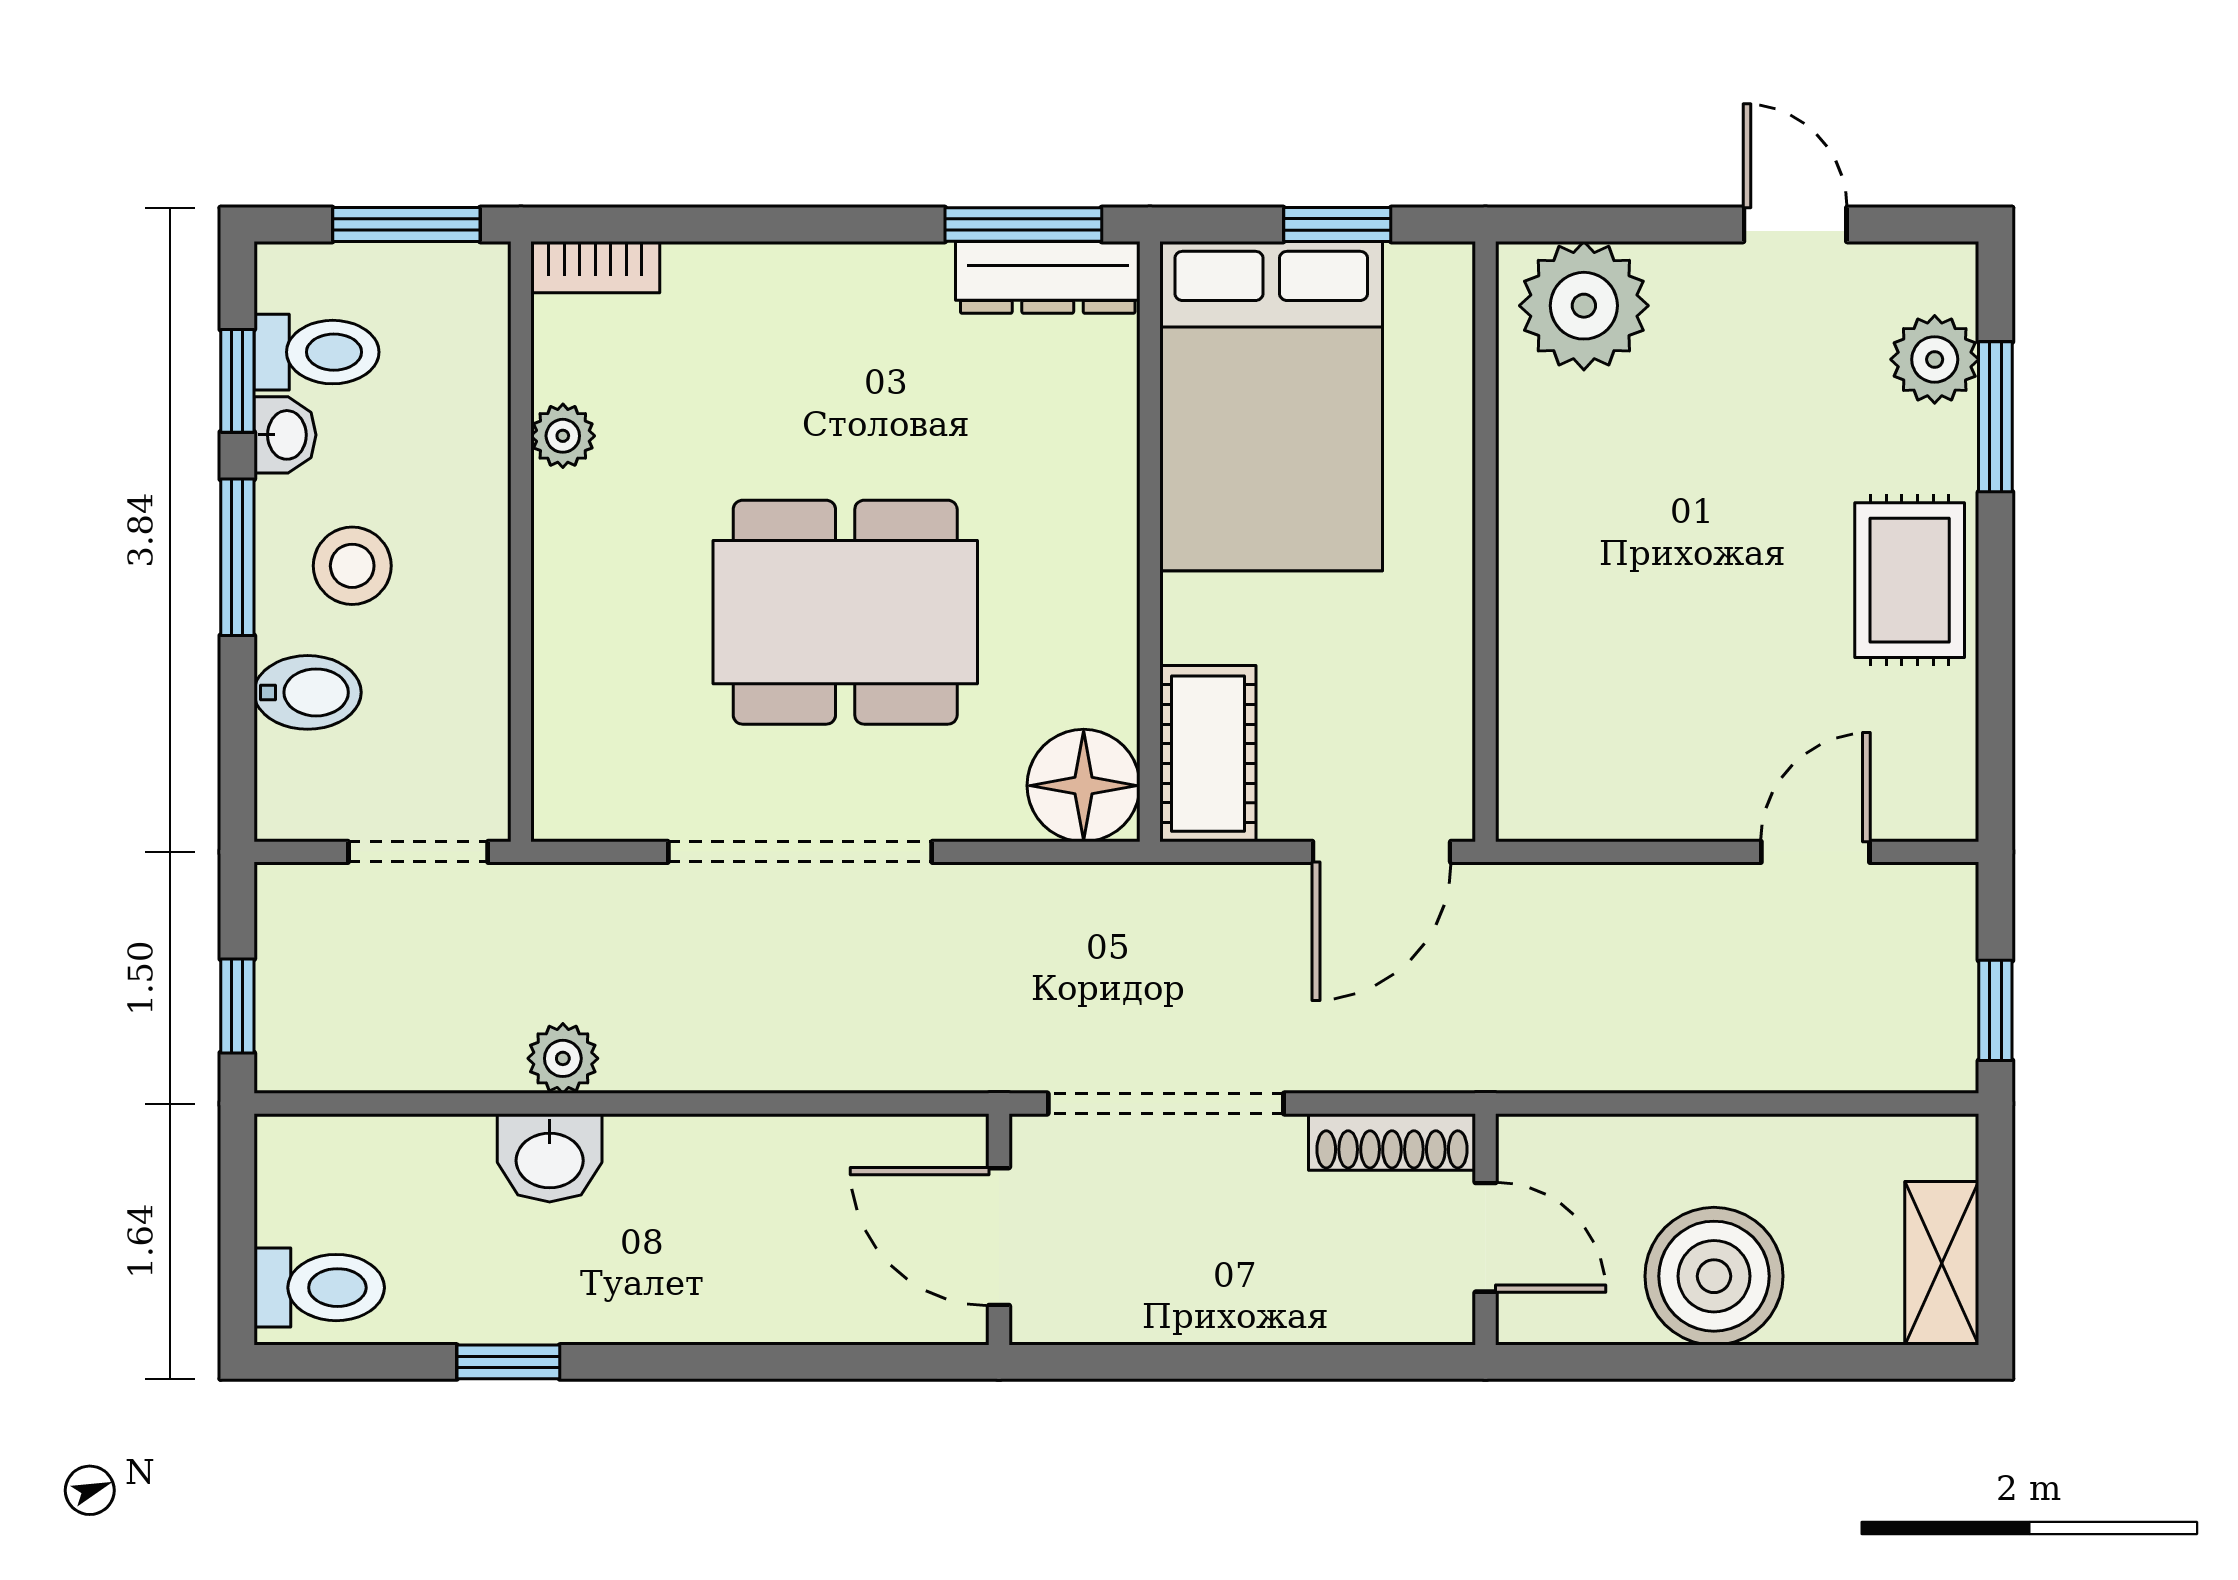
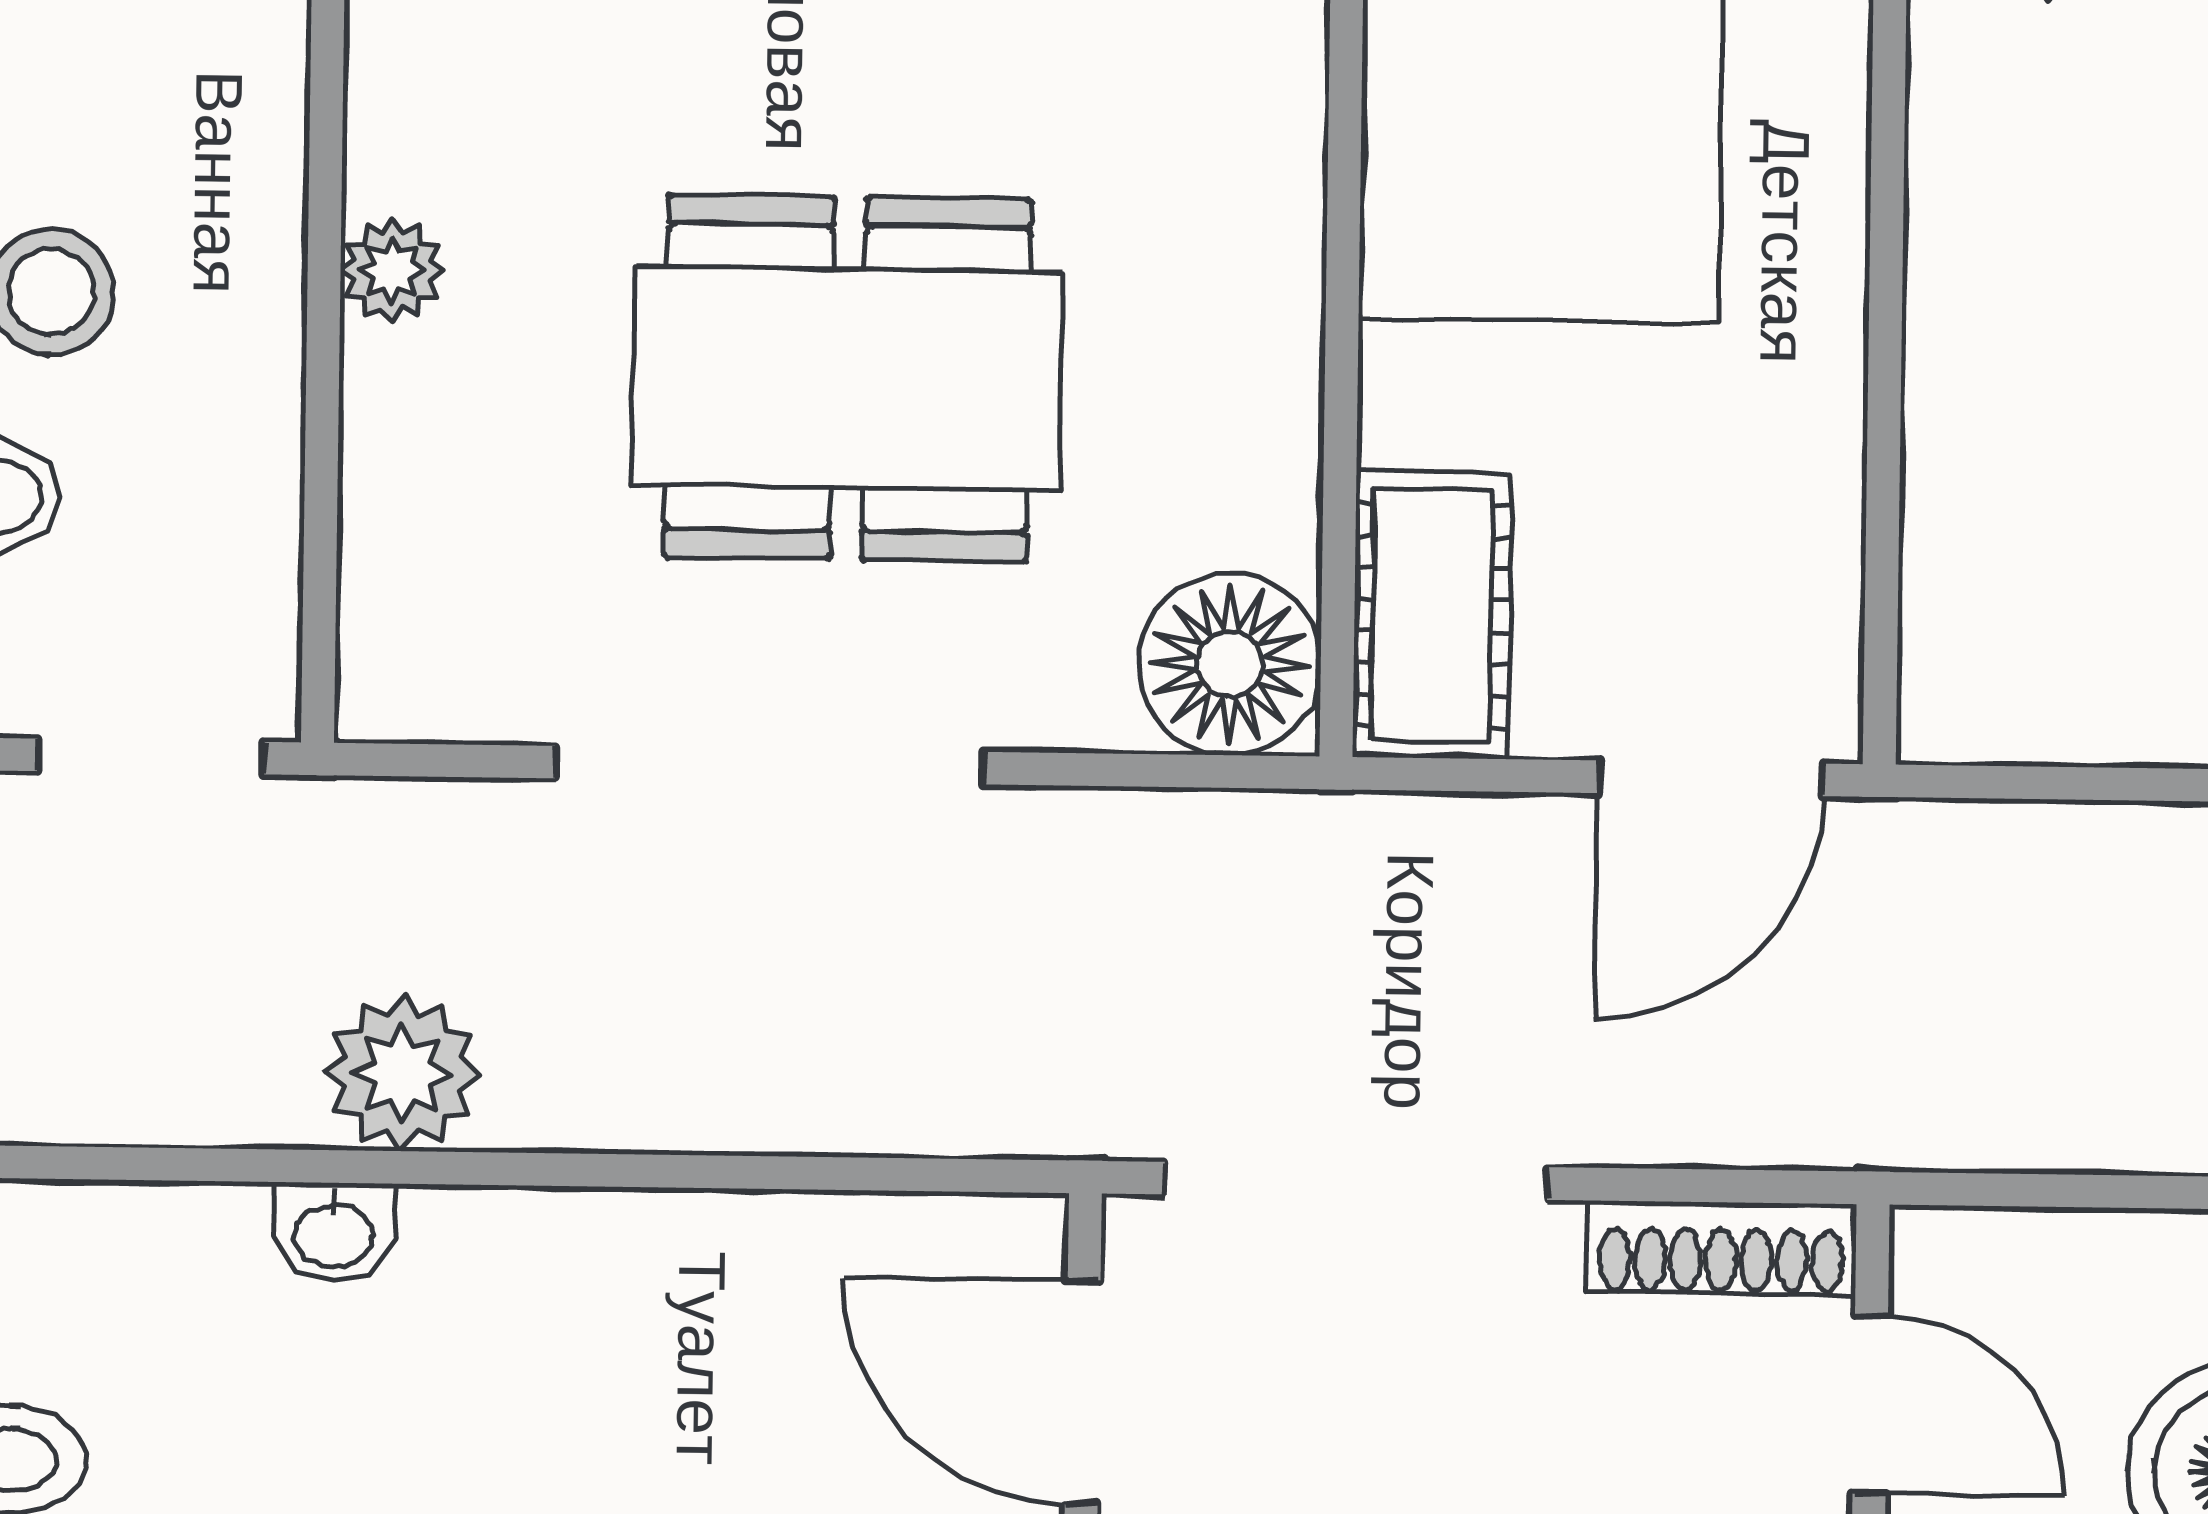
plant: (563, 436) -> (392, 270), moved
plant: (563, 1058) -> (402, 1073), width x1.38, depth x1.38
washbasin: (550, 1158) -> (334, 1232), width x0.72, depth x0.69

